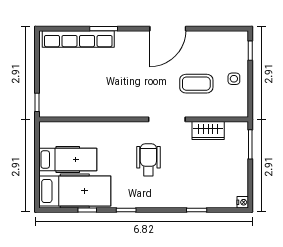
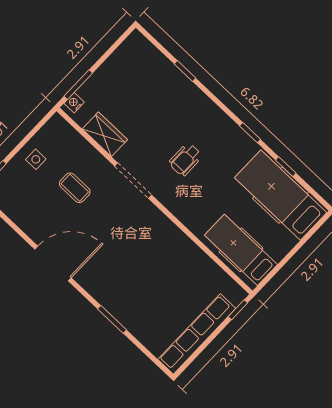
row of seats: (78, 39) -> (197, 334), moved, turned -90
coffee table: (196, 84) -> (75, 188), width x0.73, depth x0.77
hospital bed: (68, 159) -> (241, 250), moved
wheelchair: (148, 160) -> (186, 159), width x0.73, depth x0.73
nightstand: (243, 202) -> (74, 103), moved

